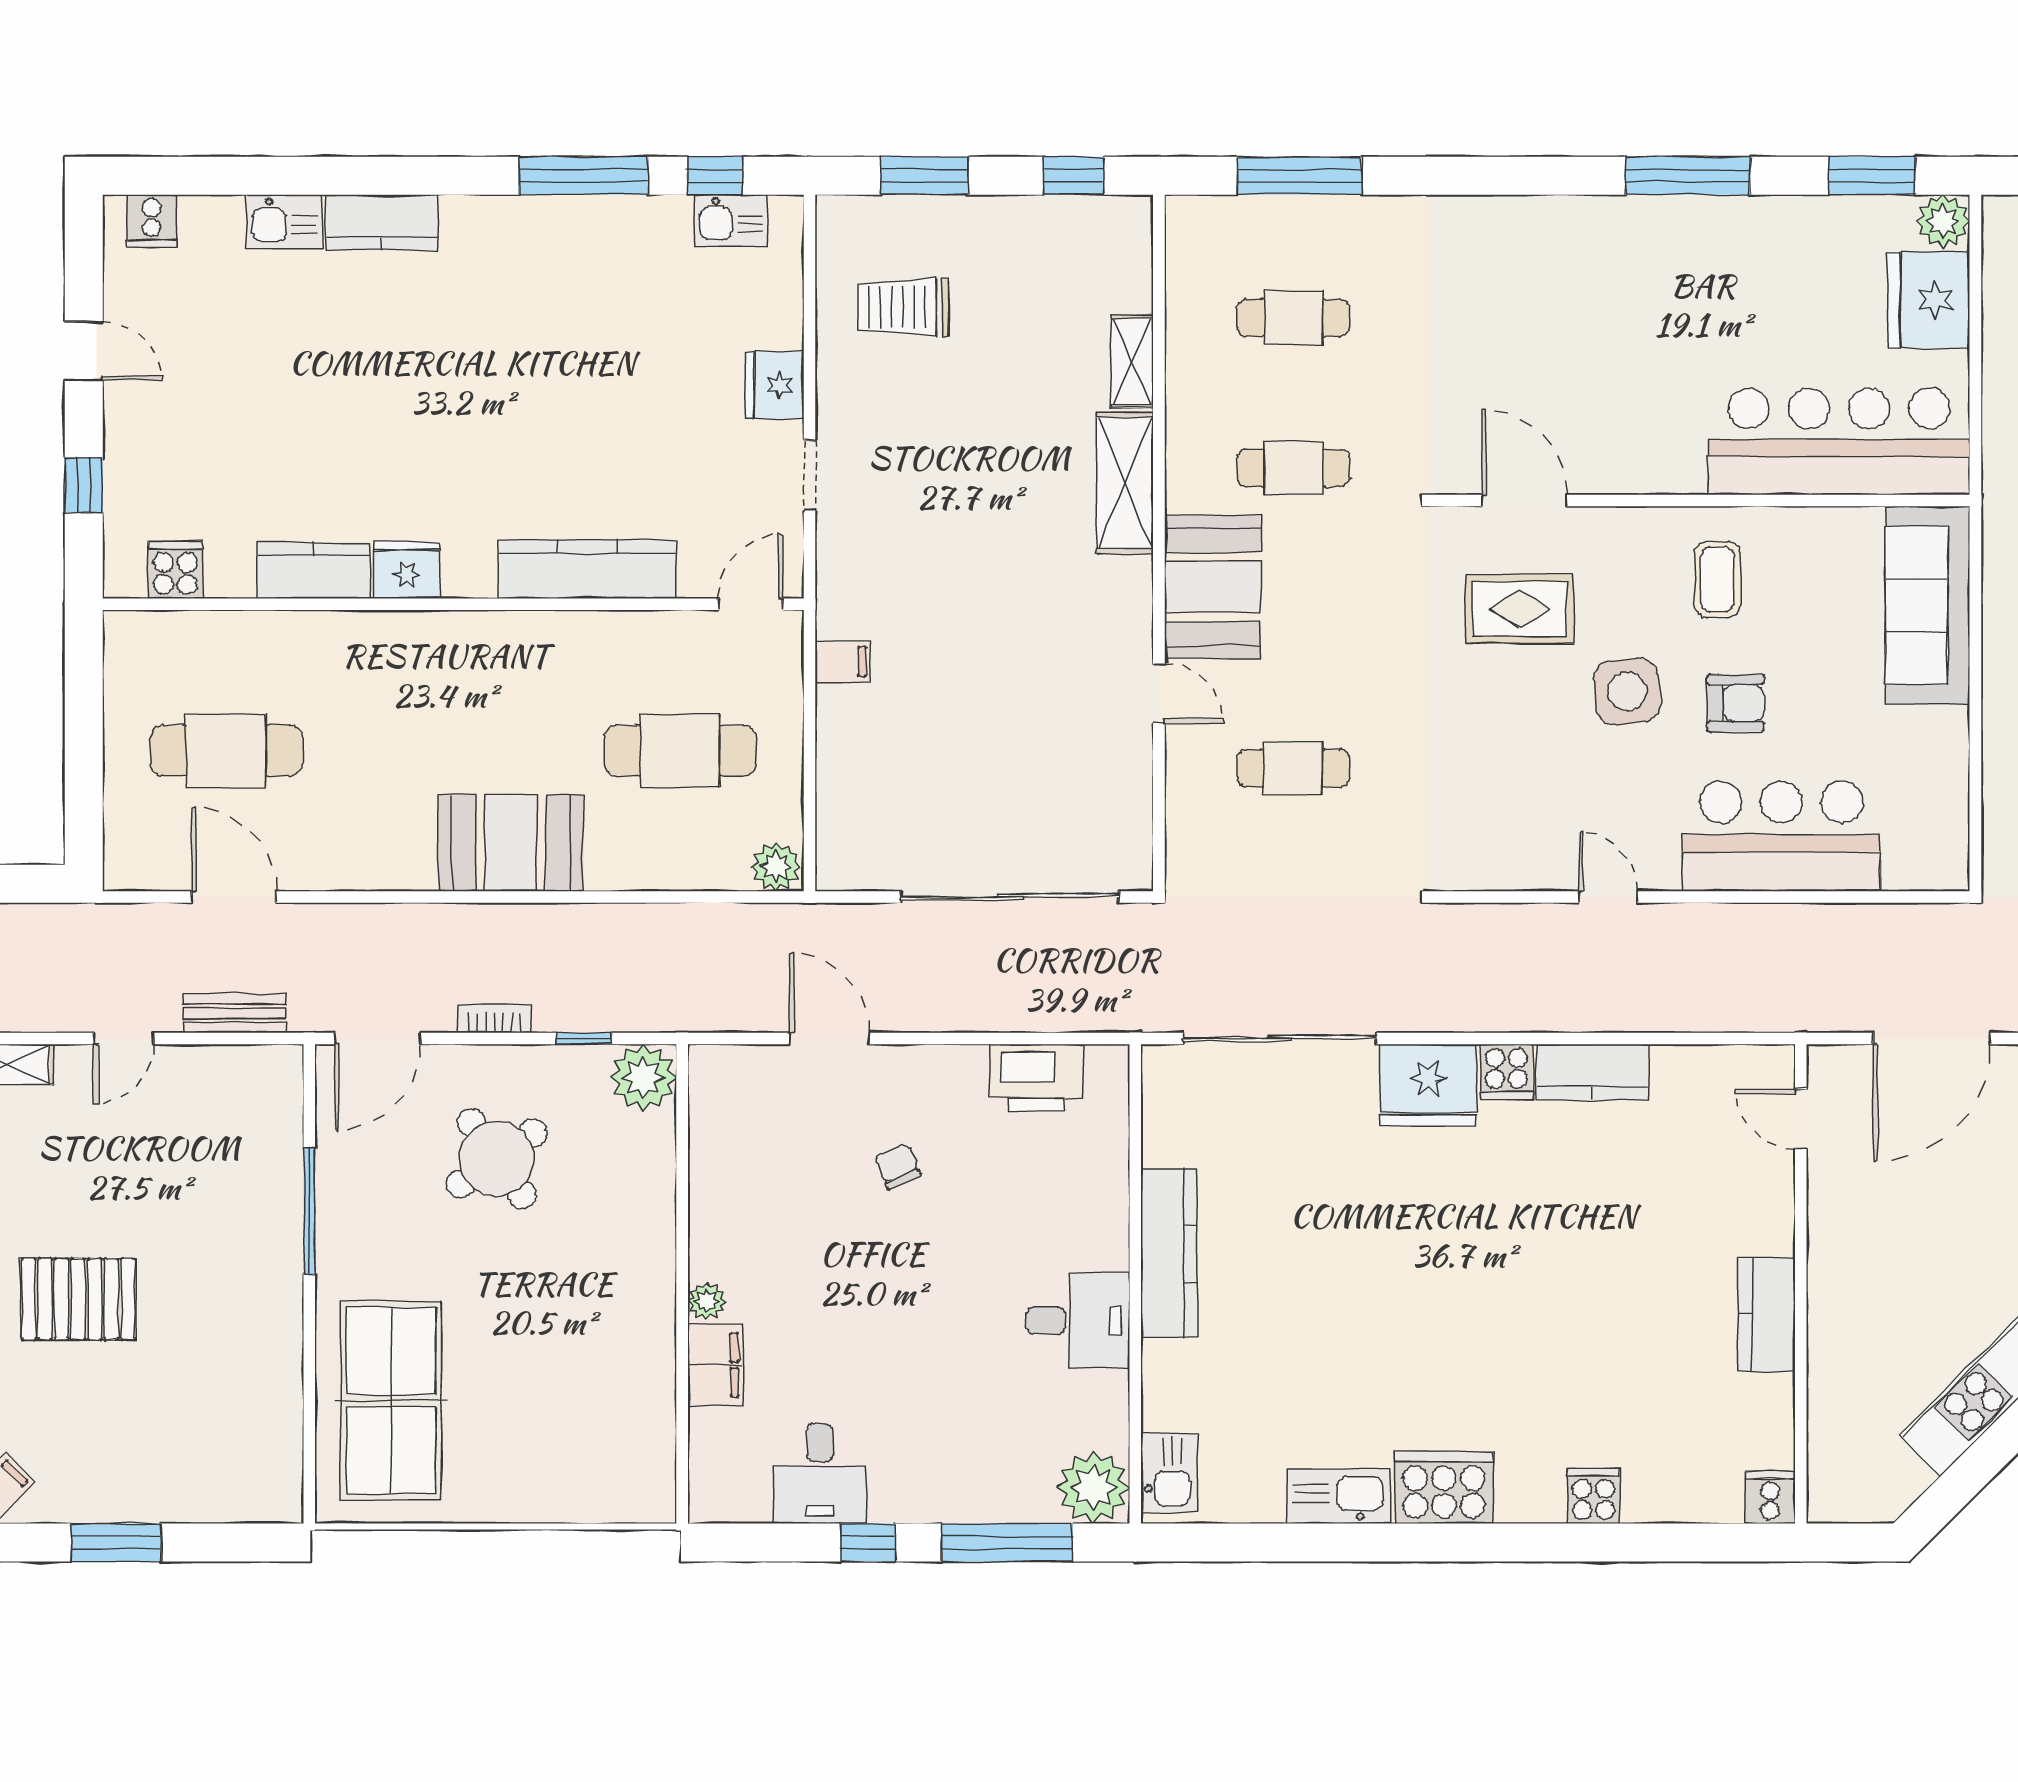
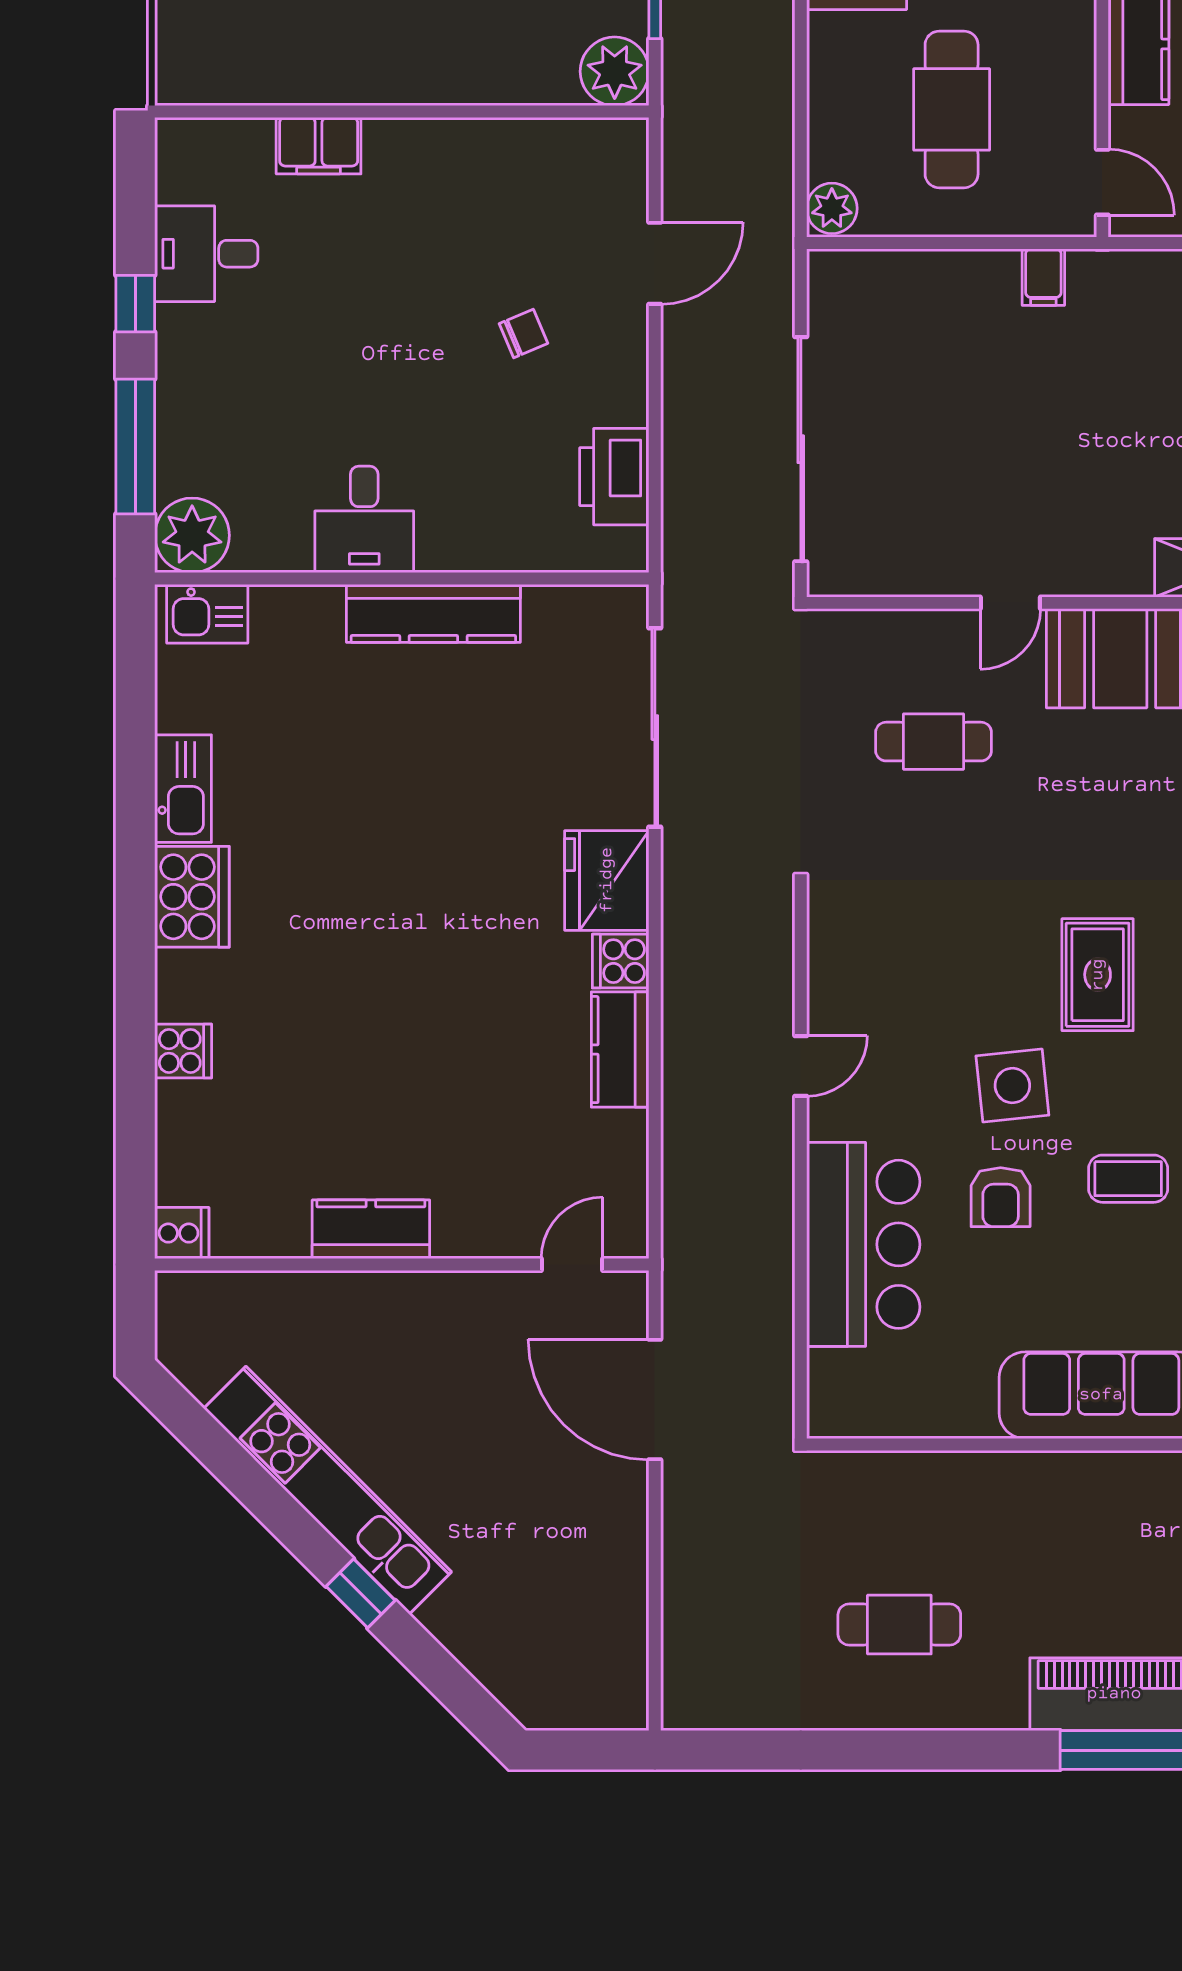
cafe table: (1293, 768) -> (934, 742), turned 90
plant: (707, 1301) -> (384, 137), removed

